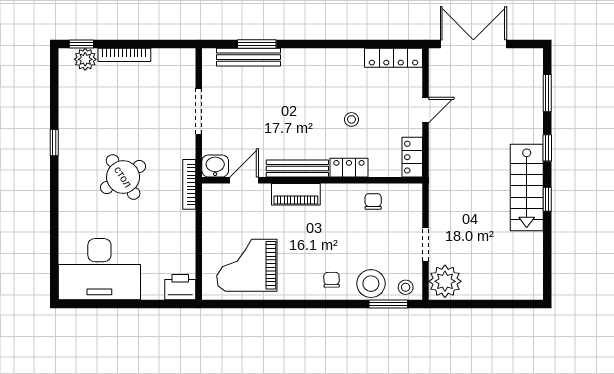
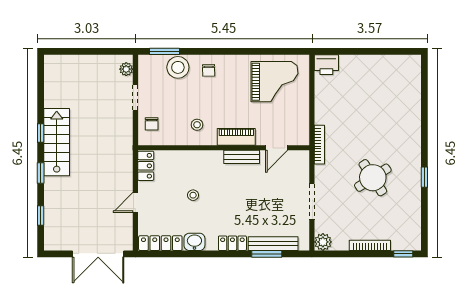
plant: (85, 59) -> (323, 242), moved
window: (547, 93) -> (41, 216), width x0.67
washbasin: (215, 166) -> (194, 242), moved, turned 180
bench: (297, 168) -> (242, 157), width x0.73
locker: (349, 168) -> (232, 243), moved, turned 180
round table: (123, 177) -> (373, 178), moved
chair: (373, 201) -> (152, 124), moved
desk: (99, 269) -> (389, 79), removed
plant: (445, 281) -> (126, 69), width x0.53, depth x0.53
stool: (406, 287) -> (197, 125), moved

